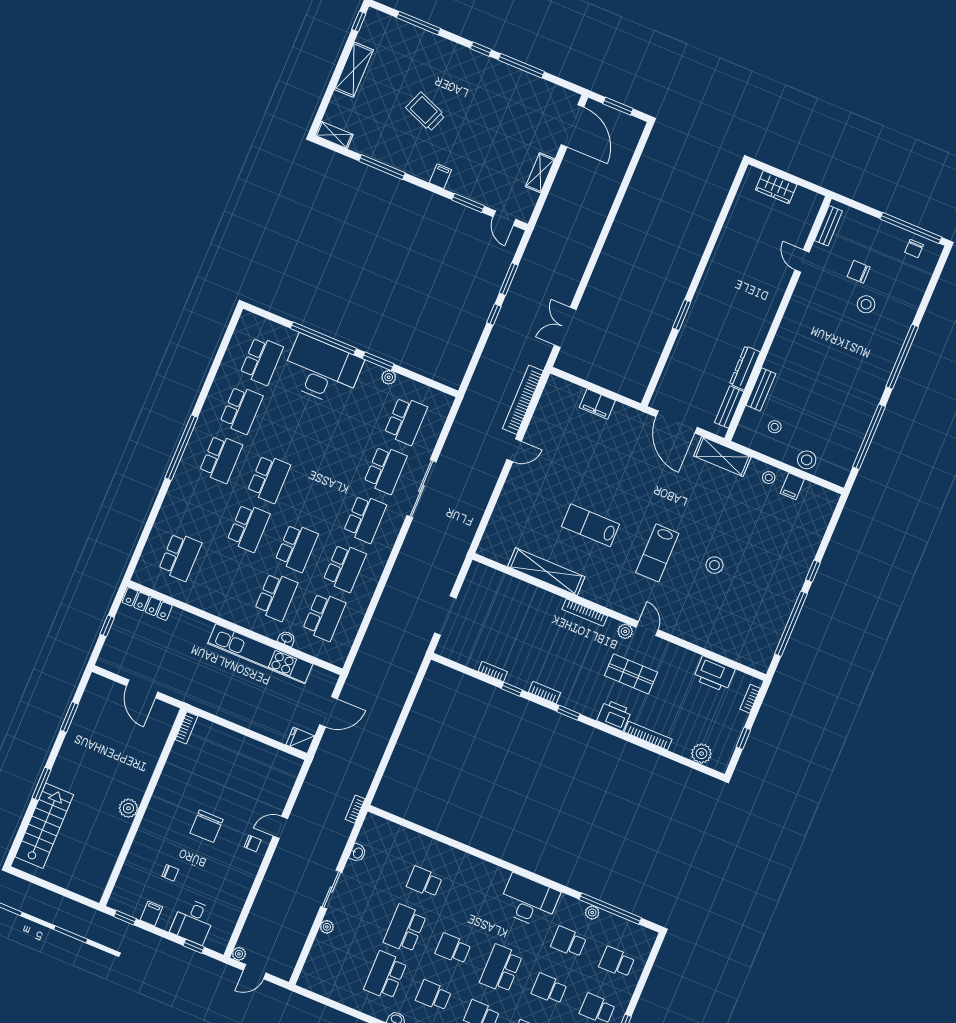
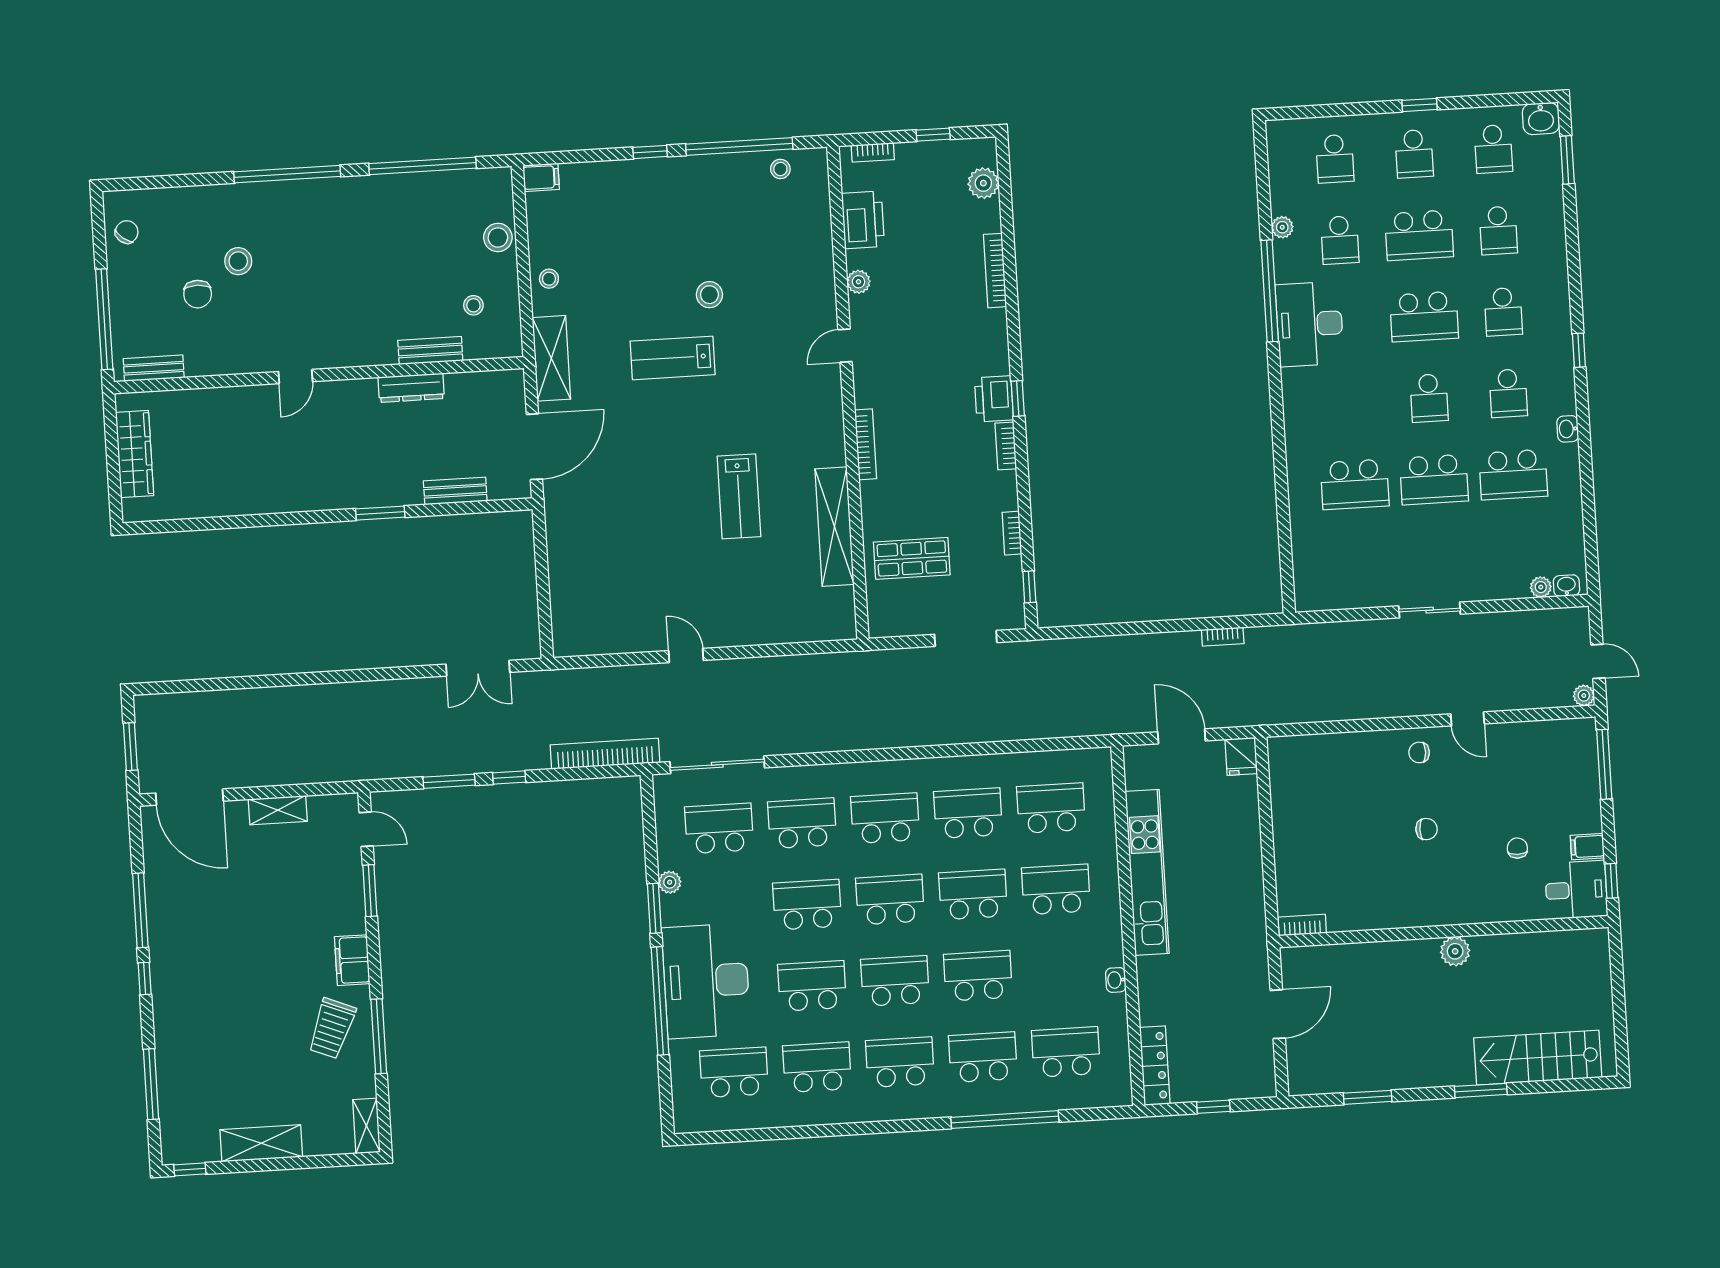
trolley: (425, 112) -> (332, 1028), moved
door: (572, 126) -> (190, 797), swing flipped
filing cabinet: (440, 176) -> (352, 960), width x2.00
wardrobe: (776, 187) -> (135, 454), width x1.50
door: (504, 218) -> (366, 829), hinge flipped
window: (911, 228) -> (104, 319), moved
chair: (914, 249) -> (127, 232), turned -52
door: (802, 261) -> (296, 377), moved
bookcase: (523, 400) -> (605, 754), moved, turned 180
filing cabinet: (597, 404) -> (564, 570), removed
bench: (729, 407) -> (455, 491), moved
school desk: (289, 430) -> (812, 986), added
window: (181, 448) -> (1005, 1120), moved
school desk: (337, 450) -> (807, 905), added
filing cabinet: (792, 486) -> (541, 177), moved
sliding door: (421, 489) -> (717, 765), moved
school desk: (317, 499) -> (890, 900), added
school desk: (200, 508) -> (983, 1057), added
lab bench: (657, 553) -> (673, 358), moved, turned 180
plant: (625, 631) -> (859, 282), moved
washbasin: (287, 639) -> (1116, 980), moved
stool: (767, 641) -> (780, 169), added
shop shelf: (631, 674) -> (912, 558), moved, turned 90
window: (512, 689) -> (1029, 587), moved
printer: (614, 715) -> (994, 399), moved
bookcase: (355, 809) -> (1223, 637), moved
chair: (207, 826) -> (1427, 829), width x0.54, depth x0.54
door: (280, 827) -> (1468, 719), moved
chair: (253, 843) -> (1419, 752), turned -88
washbasin: (358, 853) -> (1566, 586), moved
school desk: (424, 882) -> (1355, 484), width x1.85
window: (610, 909) -> (1270, 291), moved
desk: (193, 921) -> (1576, 890), moved
plant: (327, 927) -> (1541, 587), moved
window: (194, 946) -> (1604, 764), width x2.17
school desk: (549, 989) -> (1419, 235), width x1.85

